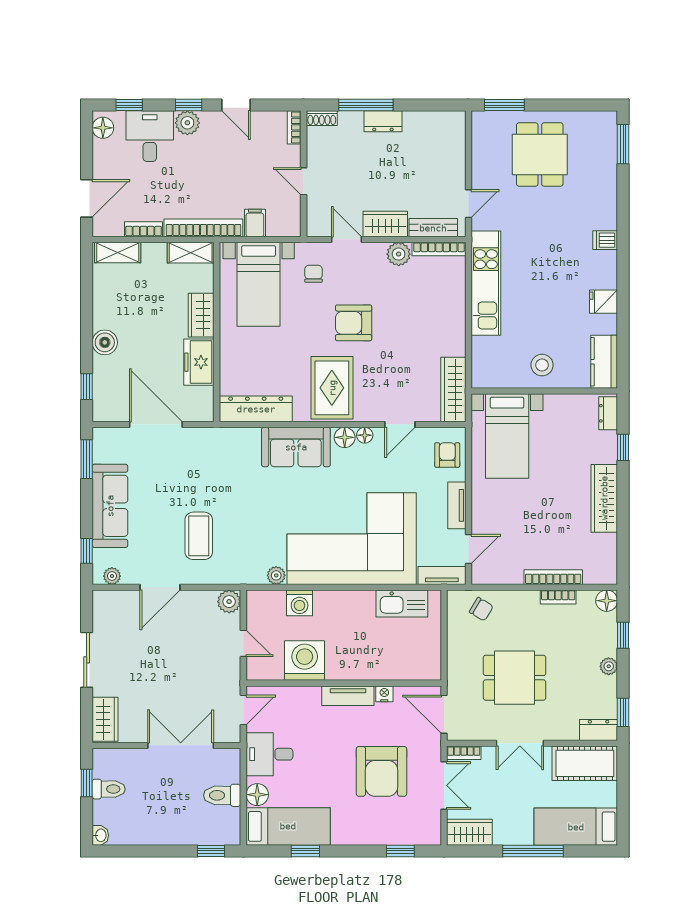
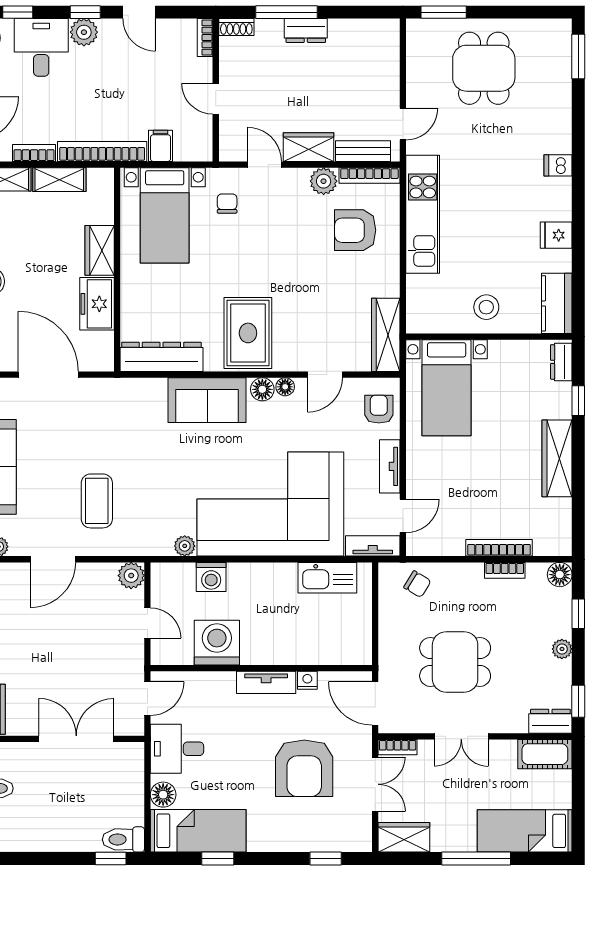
shelving: (191, 253) -> (59, 180), moved
armchair: (354, 323) -> (355, 230), moved
cot: (585, 763) -> (545, 754), width x0.73, depth x0.75
toilet: (222, 795) -> (123, 839), moved

